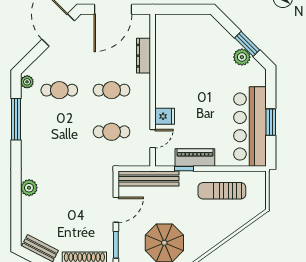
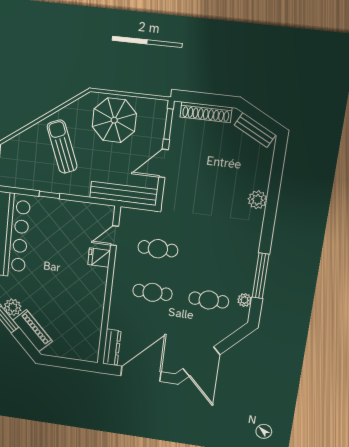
dresser: (143, 56) -> (112, 347), moved
plant: (27, 82) -> (245, 300), moved
piano: (195, 158) -> (33, 331), moved, turned -135
window: (184, 169) -> (49, 195), moved
sun lounger: (222, 191) -> (62, 147), moved, turned -112

